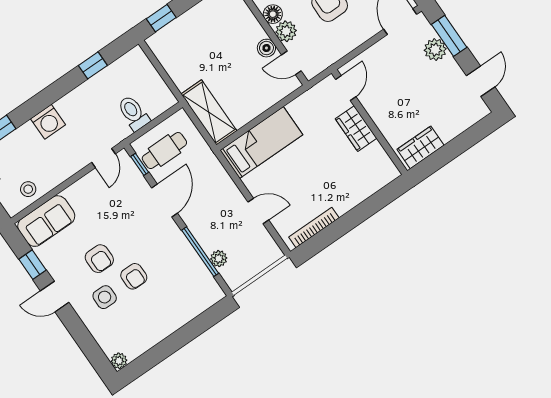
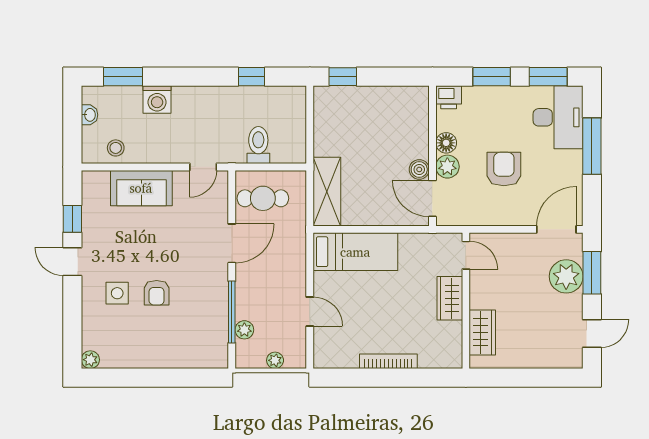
plant: (435, 50) -> (566, 276), width x1.36, depth x1.36
door: (291, 63) -> (432, 198), width x1.38
door: (346, 88) -> (466, 255), hinge flipped
washing machine: (48, 122) -> (157, 99), moved
wardrobe: (421, 147) -> (482, 332), moved, turned 90
window: (140, 164) -> (232, 195), removed
sofa: (46, 221) -> (141, 188), moved
bookcase: (314, 228) -> (388, 361), moved
armchair: (99, 259) -> (136, 255), removed
plant: (257, 266) -> (275, 360), added

